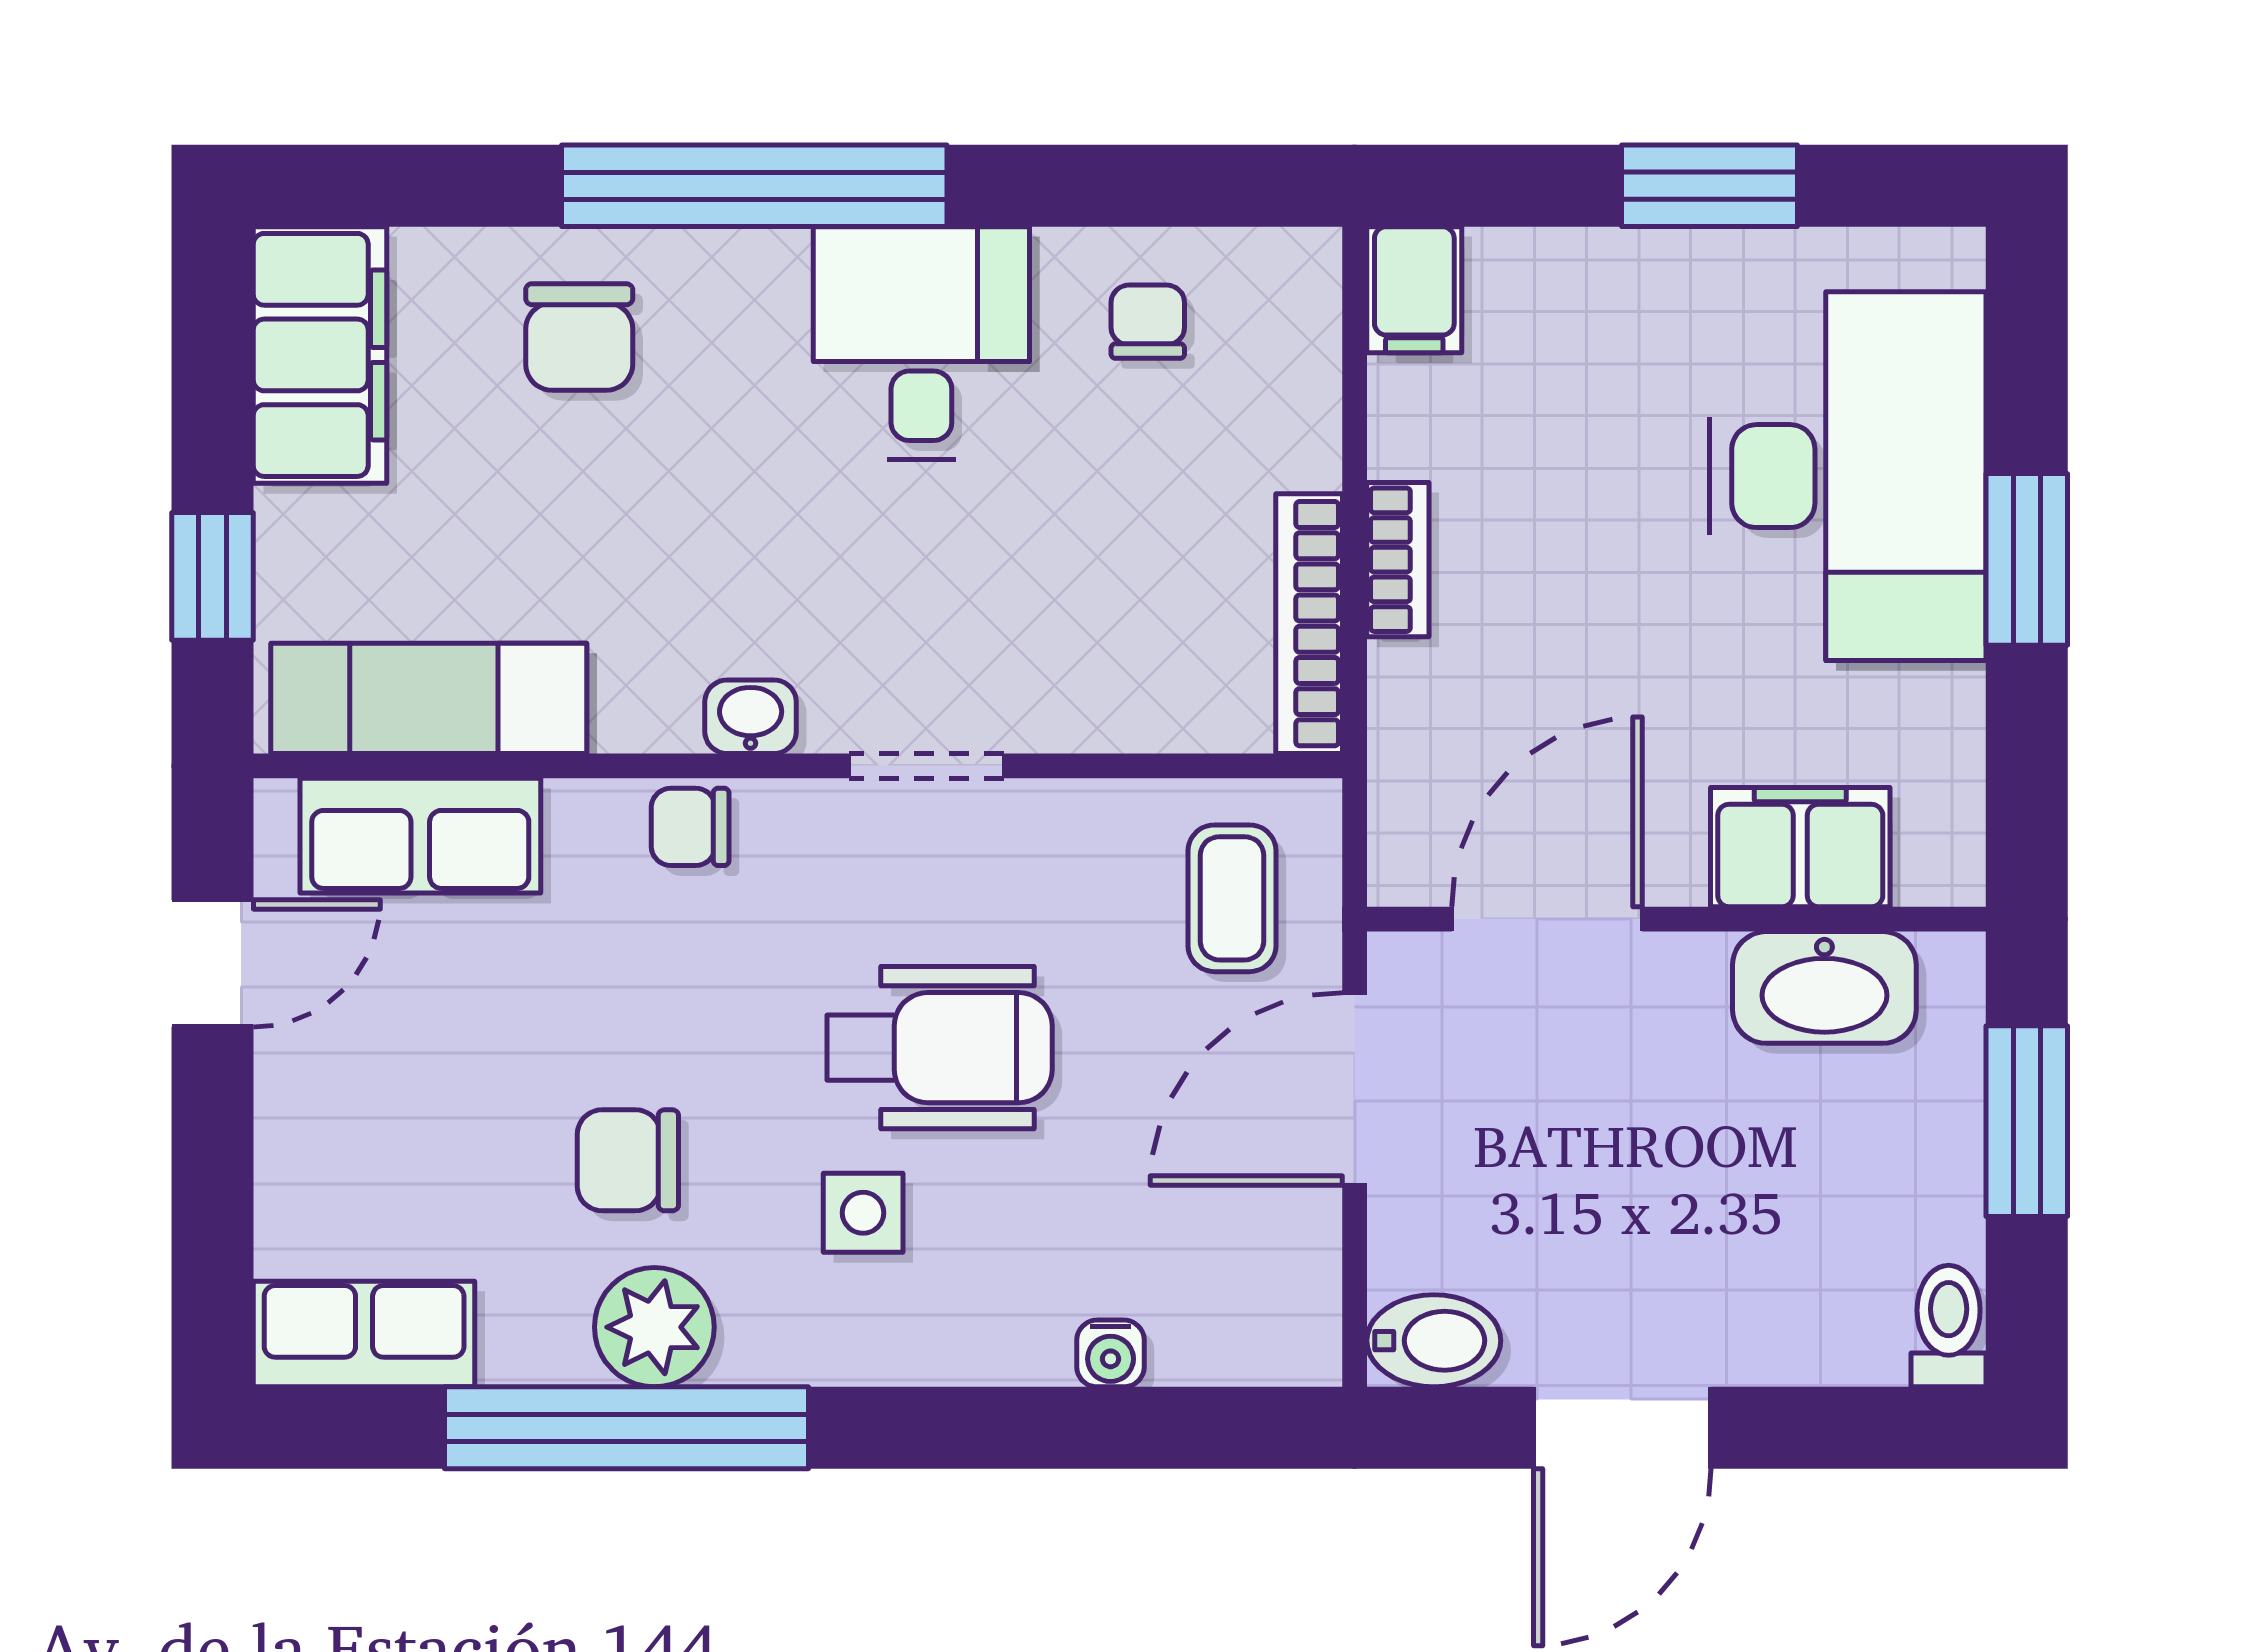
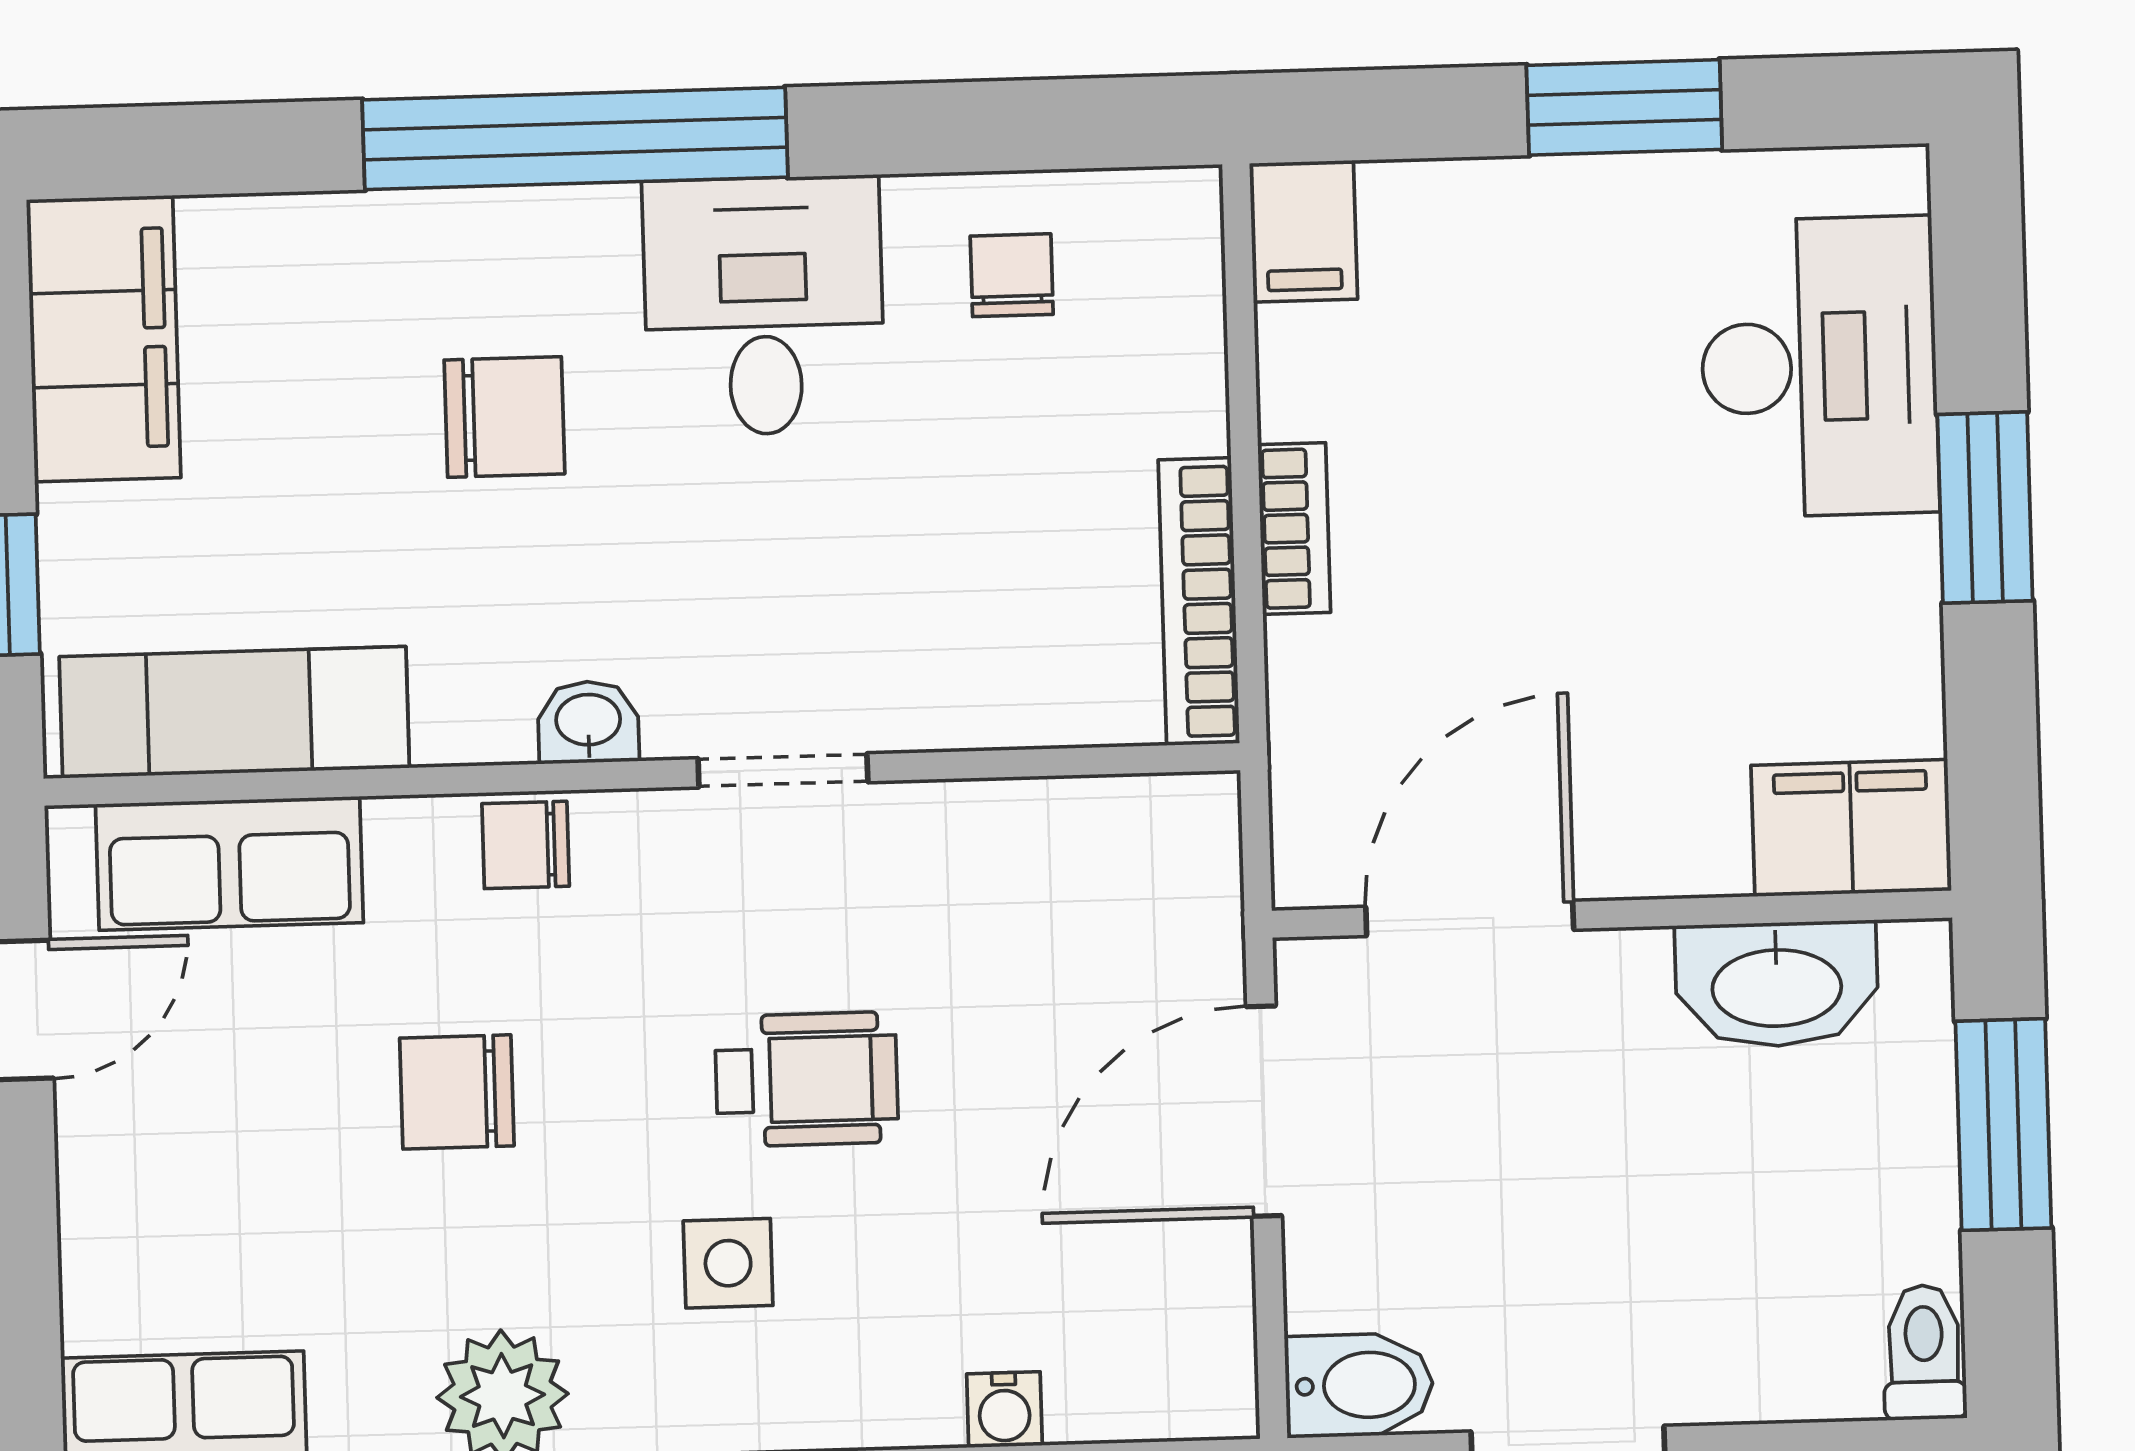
chair: (579, 337) -> (504, 417), moved, turned -90
desk: (1848, 476) -> (1819, 367), width x0.73, depth x0.77
filing cabinet: (1800, 847) -> (1851, 828), moved
coffee table: (1232, 898) -> (1123, 906), removed
wheelchair: (939, 1048) -> (807, 1079), width x0.73, depth x0.73
chair: (628, 1160) -> (457, 1092), moved

